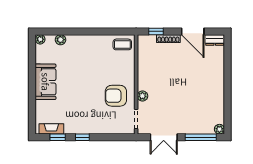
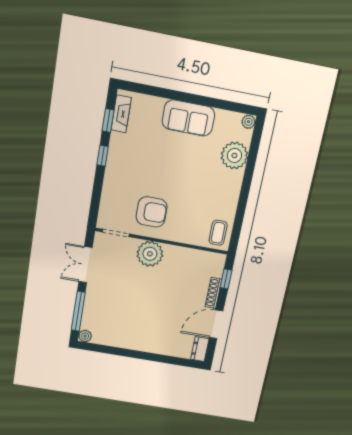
plant: (60, 40) -> (234, 155), width x1.88, depth x1.88
armchair: (116, 96) -> (152, 212), turned 90
plant: (142, 96) -> (150, 254), width x1.88, depth x1.88

